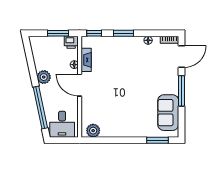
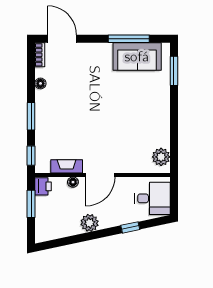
window: (182, 91) -> (129, 39), moved
window: (40, 107) -> (130, 227), width x0.32

